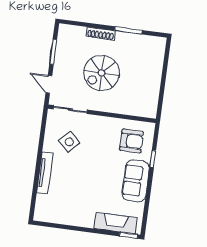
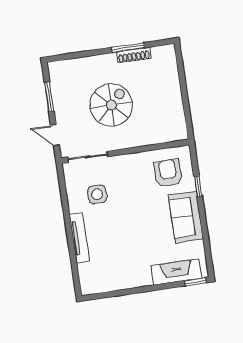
shoe rack: (101, 34) -> (134, 55), moved
spiral stairs: (102, 73) -> (111, 105), turned 180
armchair: (131, 141) -> (168, 173), turned -90
side table: (69, 142) -> (97, 194), turned 45

